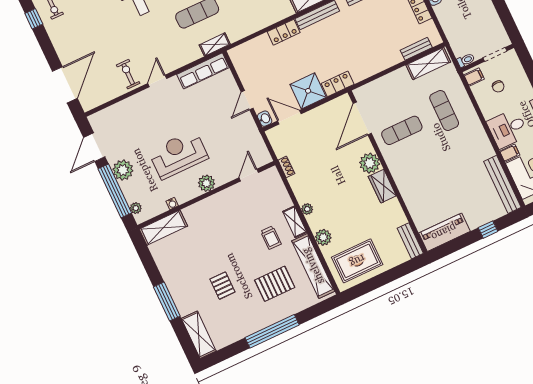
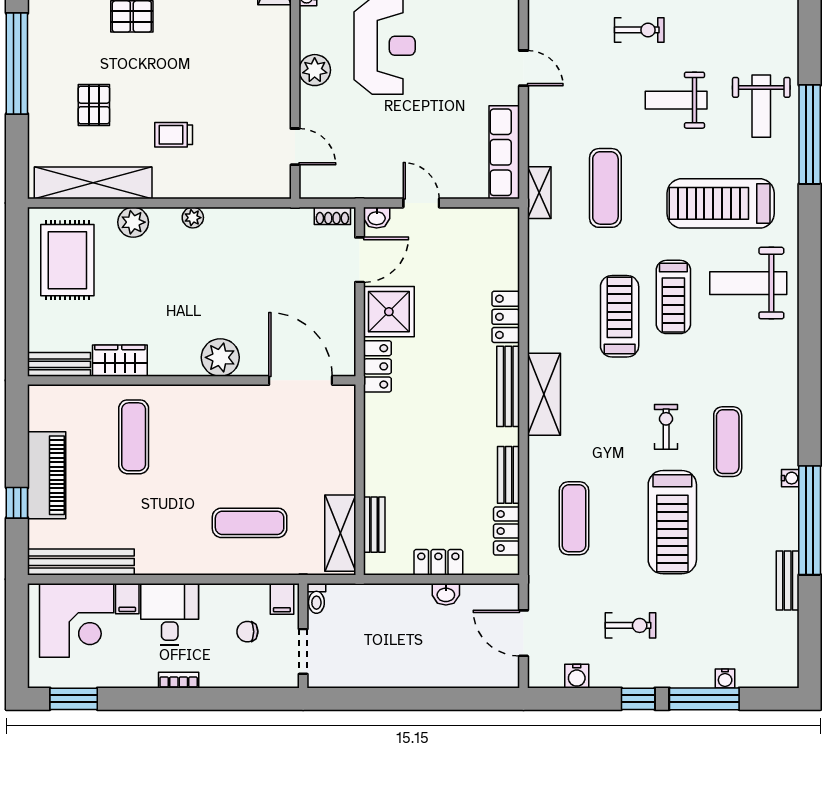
exercise bike: (128, 74) -> (639, 30), moved
exercise mat: (402, 130) -> (134, 437), moved
shoe rack: (286, 167) -> (332, 216), moved
wardrobe: (382, 186) -> (120, 361), moved
shelving: (295, 222) -> (181, 187), removed
piano: (444, 232) -> (47, 475), moved
pallet: (275, 284) -> (94, 105), width x0.67, depth x0.71

